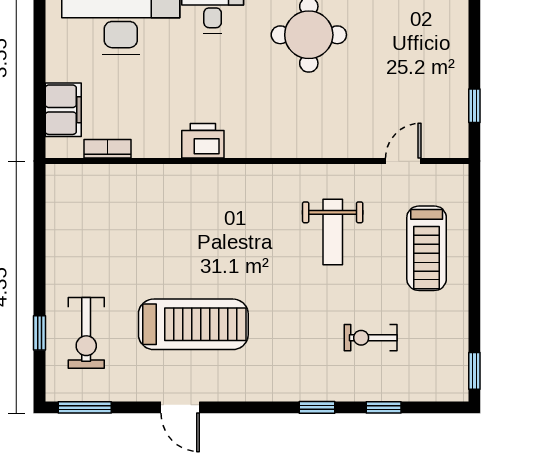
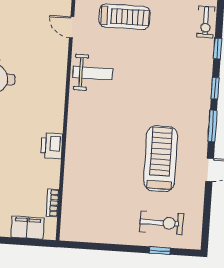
weight bench: (333, 232) -> (93, 73), moved
exercise bike: (371, 338) -> (206, 22), moved
window: (85, 407) -> (212, 126), moved

